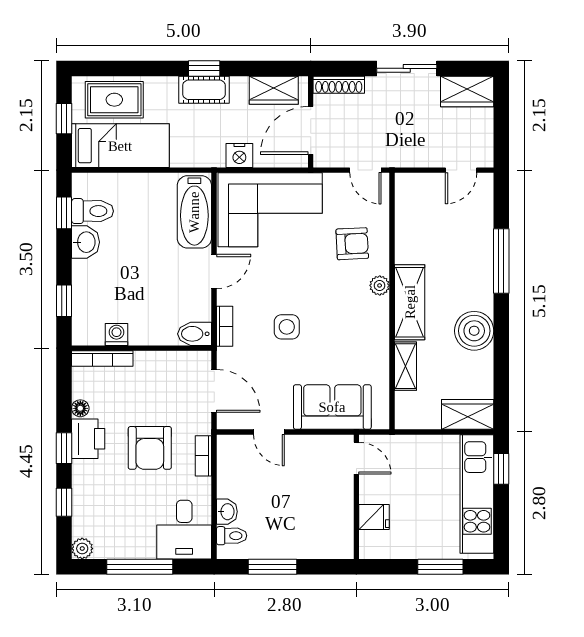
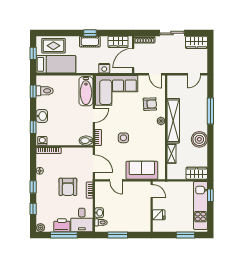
washbasin: (86, 242) -> (42, 116), moved
shelving: (410, 302) -> (173, 121), width x1.47
washing machine: (117, 334) -> (42, 141), moved
printer: (88, 439) -> (62, 225), moved, turned -90

